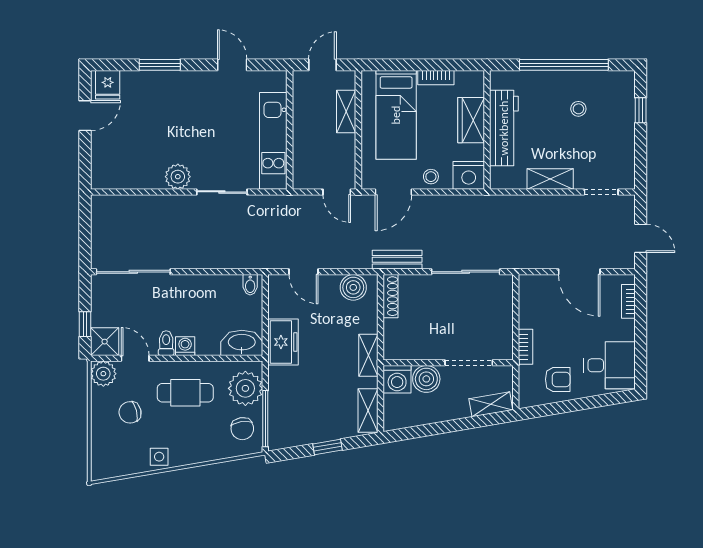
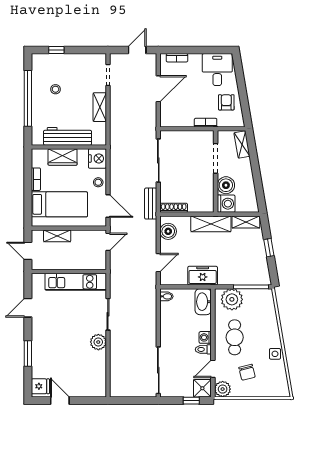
shelving: (368, 355) -> (211, 224), width x1.50, depth x1.33
chair: (242, 429) -> (257, 301), removed

